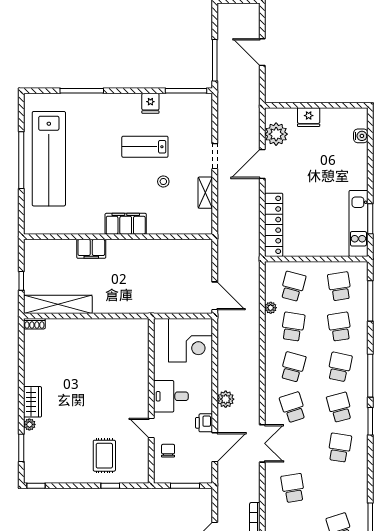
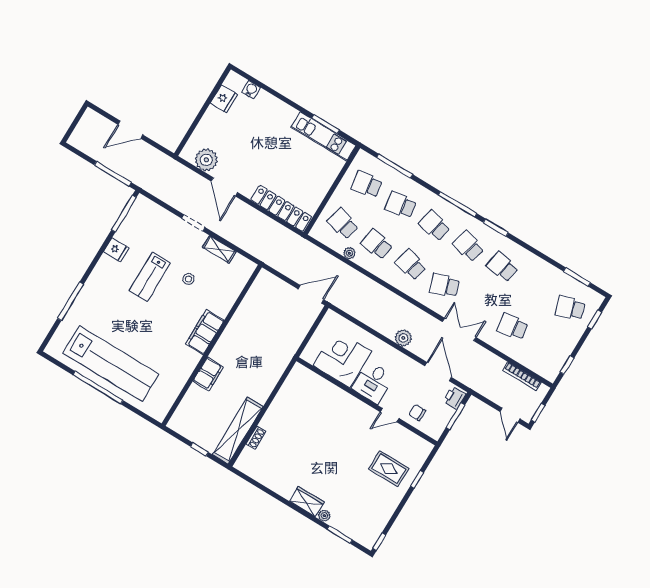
fridge: (309, 117) -> (224, 99), moved
shoe rack: (34, 324) -> (256, 438), moved
corner desk: (190, 340) -> (342, 359), moved, turned -90
school desk: (340, 407) -> (468, 246), turned 30
printer: (204, 423) -> (454, 398), moved, turned 90

